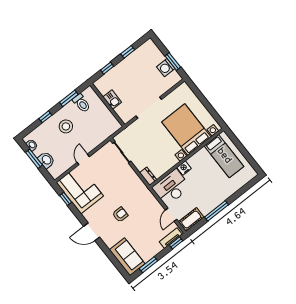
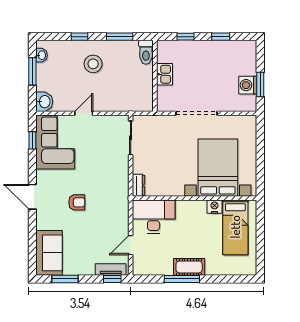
toilet: (81, 103) -> (146, 52), moved
washbasin: (46, 160) -> (44, 102), moved
nightstand: (184, 168) -> (214, 207), moved
cot: (191, 220) -> (189, 267), moved

